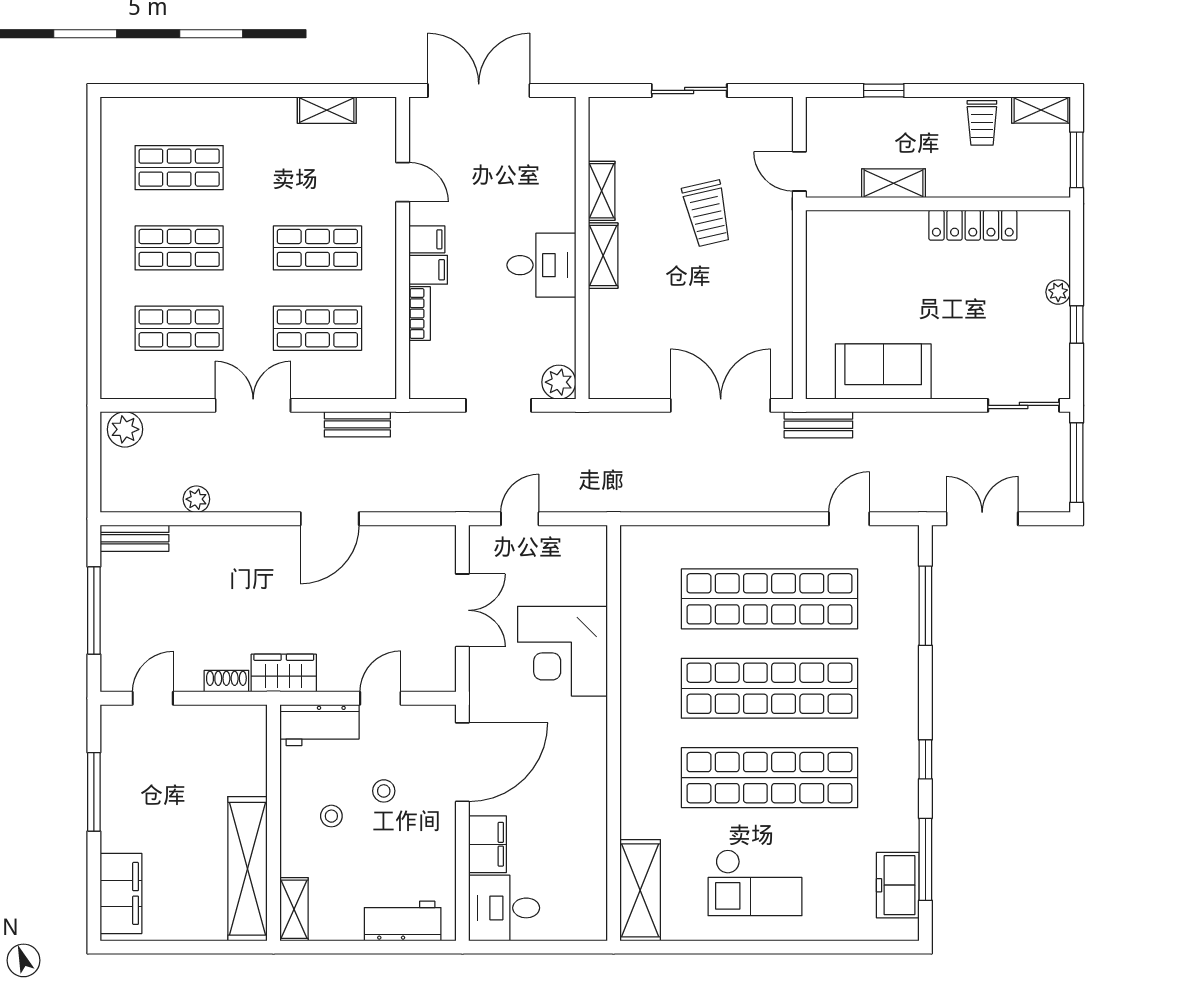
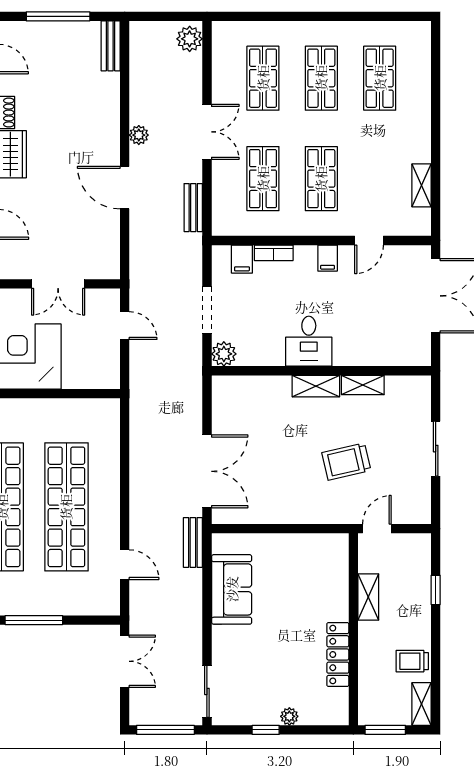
filing cabinet: (428, 270) -> (242, 259), moved
plant: (196, 499) -> (139, 135), moved
window: (925, 606) -> (34, 620), moved

